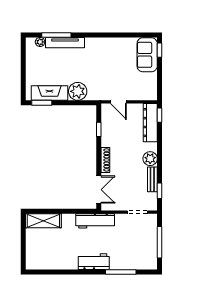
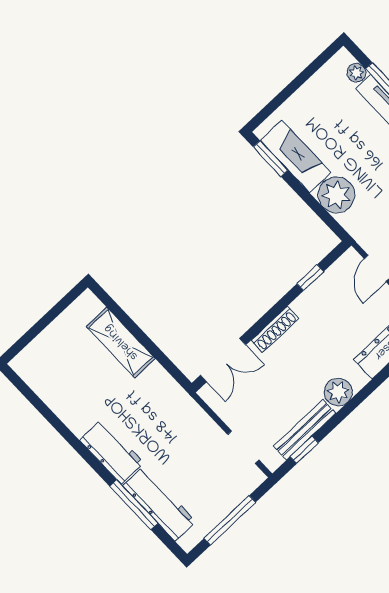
bench: (152, 179) -> (305, 430), width x1.36
shelving: (43, 221) -> (121, 342), moved
workbench: (95, 221) -> (159, 504), moved, turned 180

